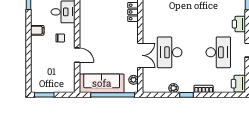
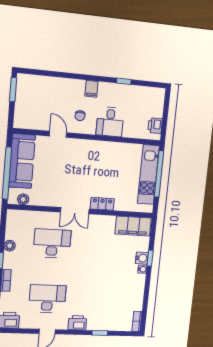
desk: (218, 52) -> (47, 299), turned 180
door: (77, 55) -> (58, 134), swing flipped
double door: (140, 55) -> (75, 211), moved

